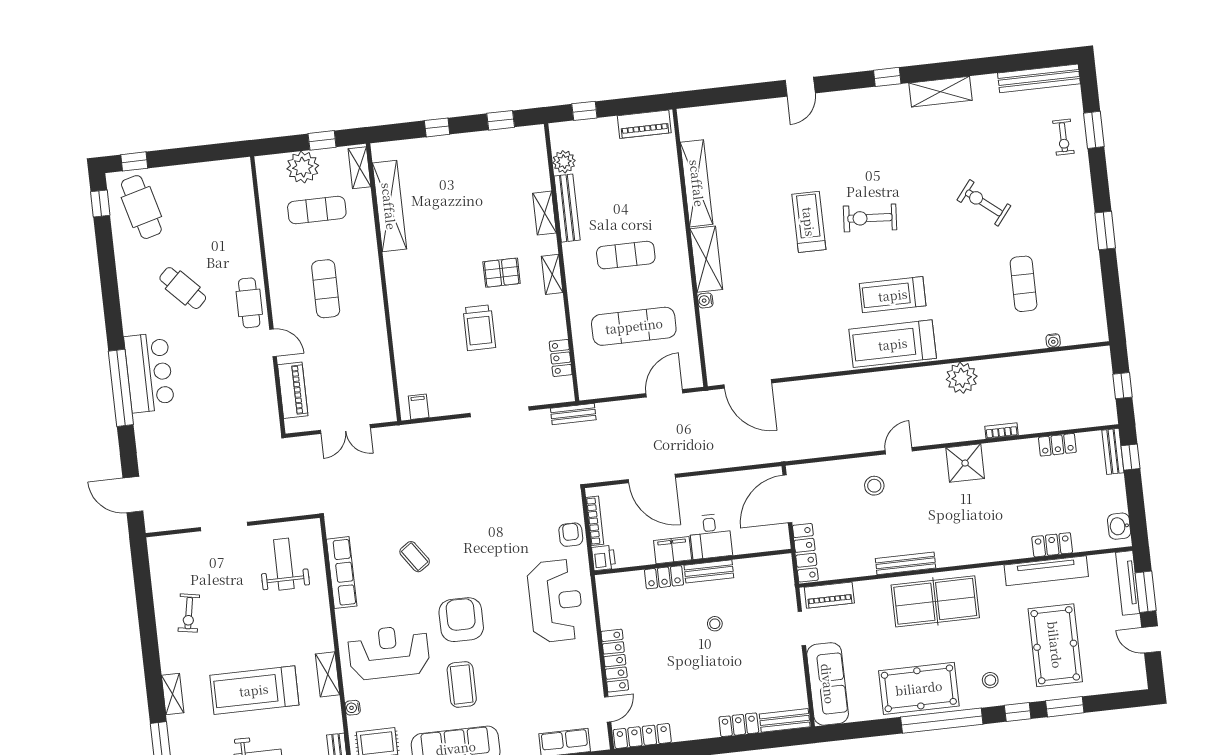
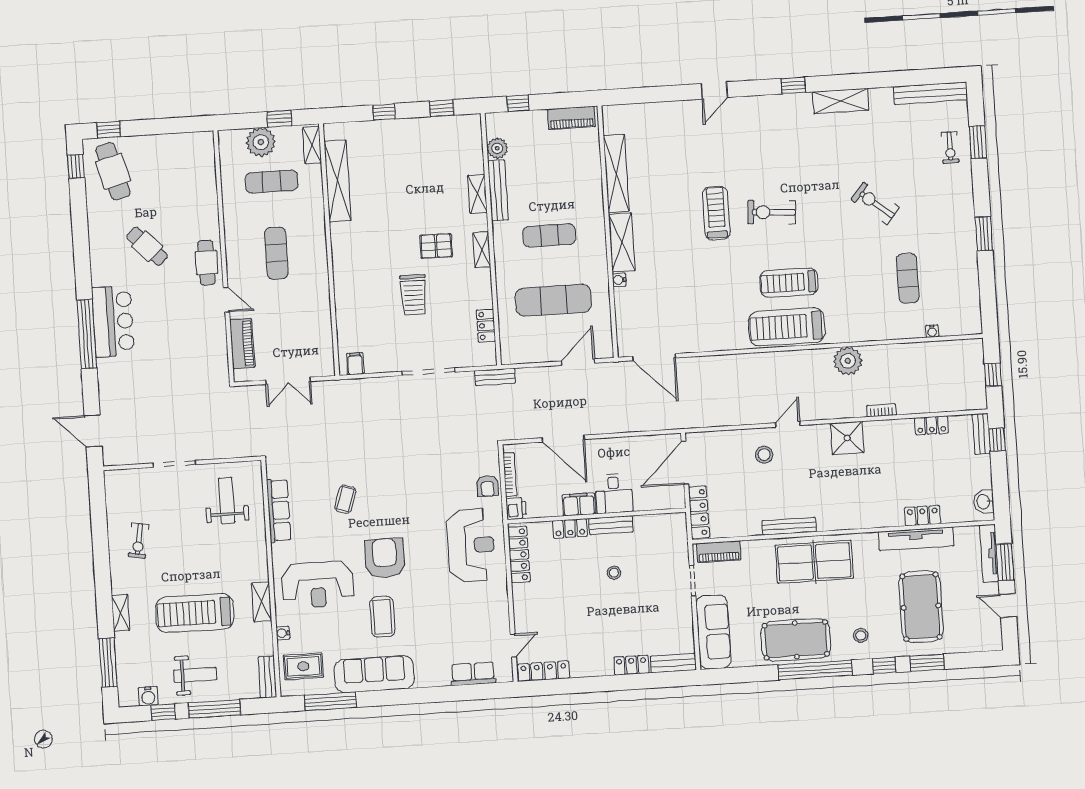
armchair: (571, 535) -> (488, 486), turned 180
coffee table: (415, 557) -> (345, 499), turned 54
reception desk: (389, 652) -> (318, 585), turned 180
locker: (615, 661) -> (519, 555), moved

